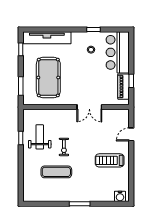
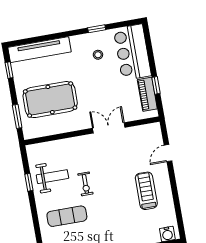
pool table: (48, 78) -> (50, 100), turned 90
double door: (89, 107) -> (109, 128), swing flipped
weight bench: (40, 137) -> (52, 177), turned 90
treadmill: (110, 160) -> (146, 191), turned 90
exercise mat: (56, 172) -> (67, 216), moved

